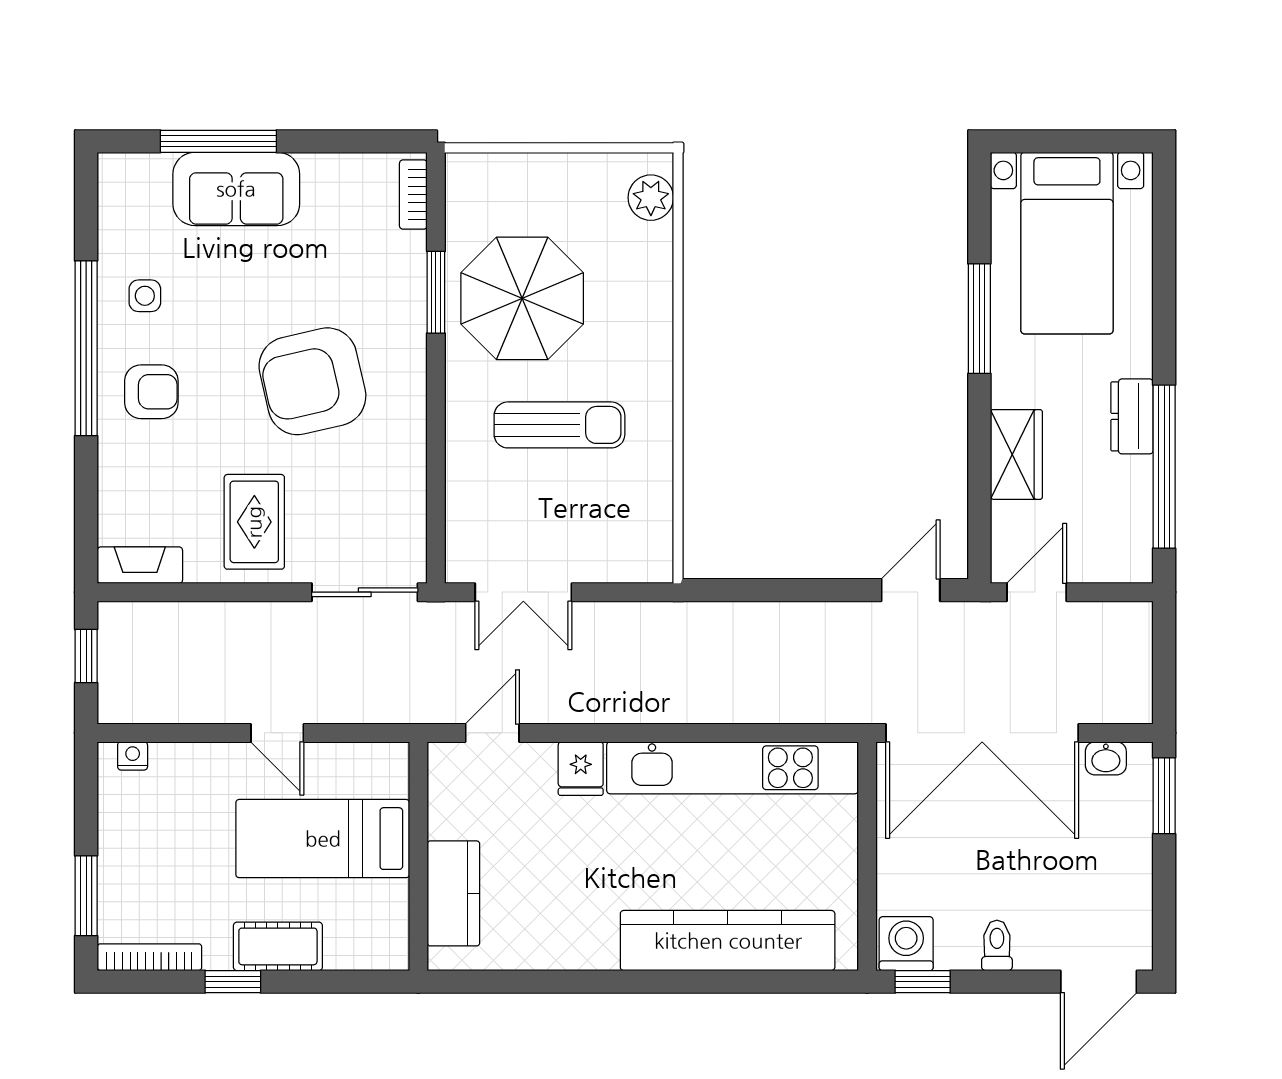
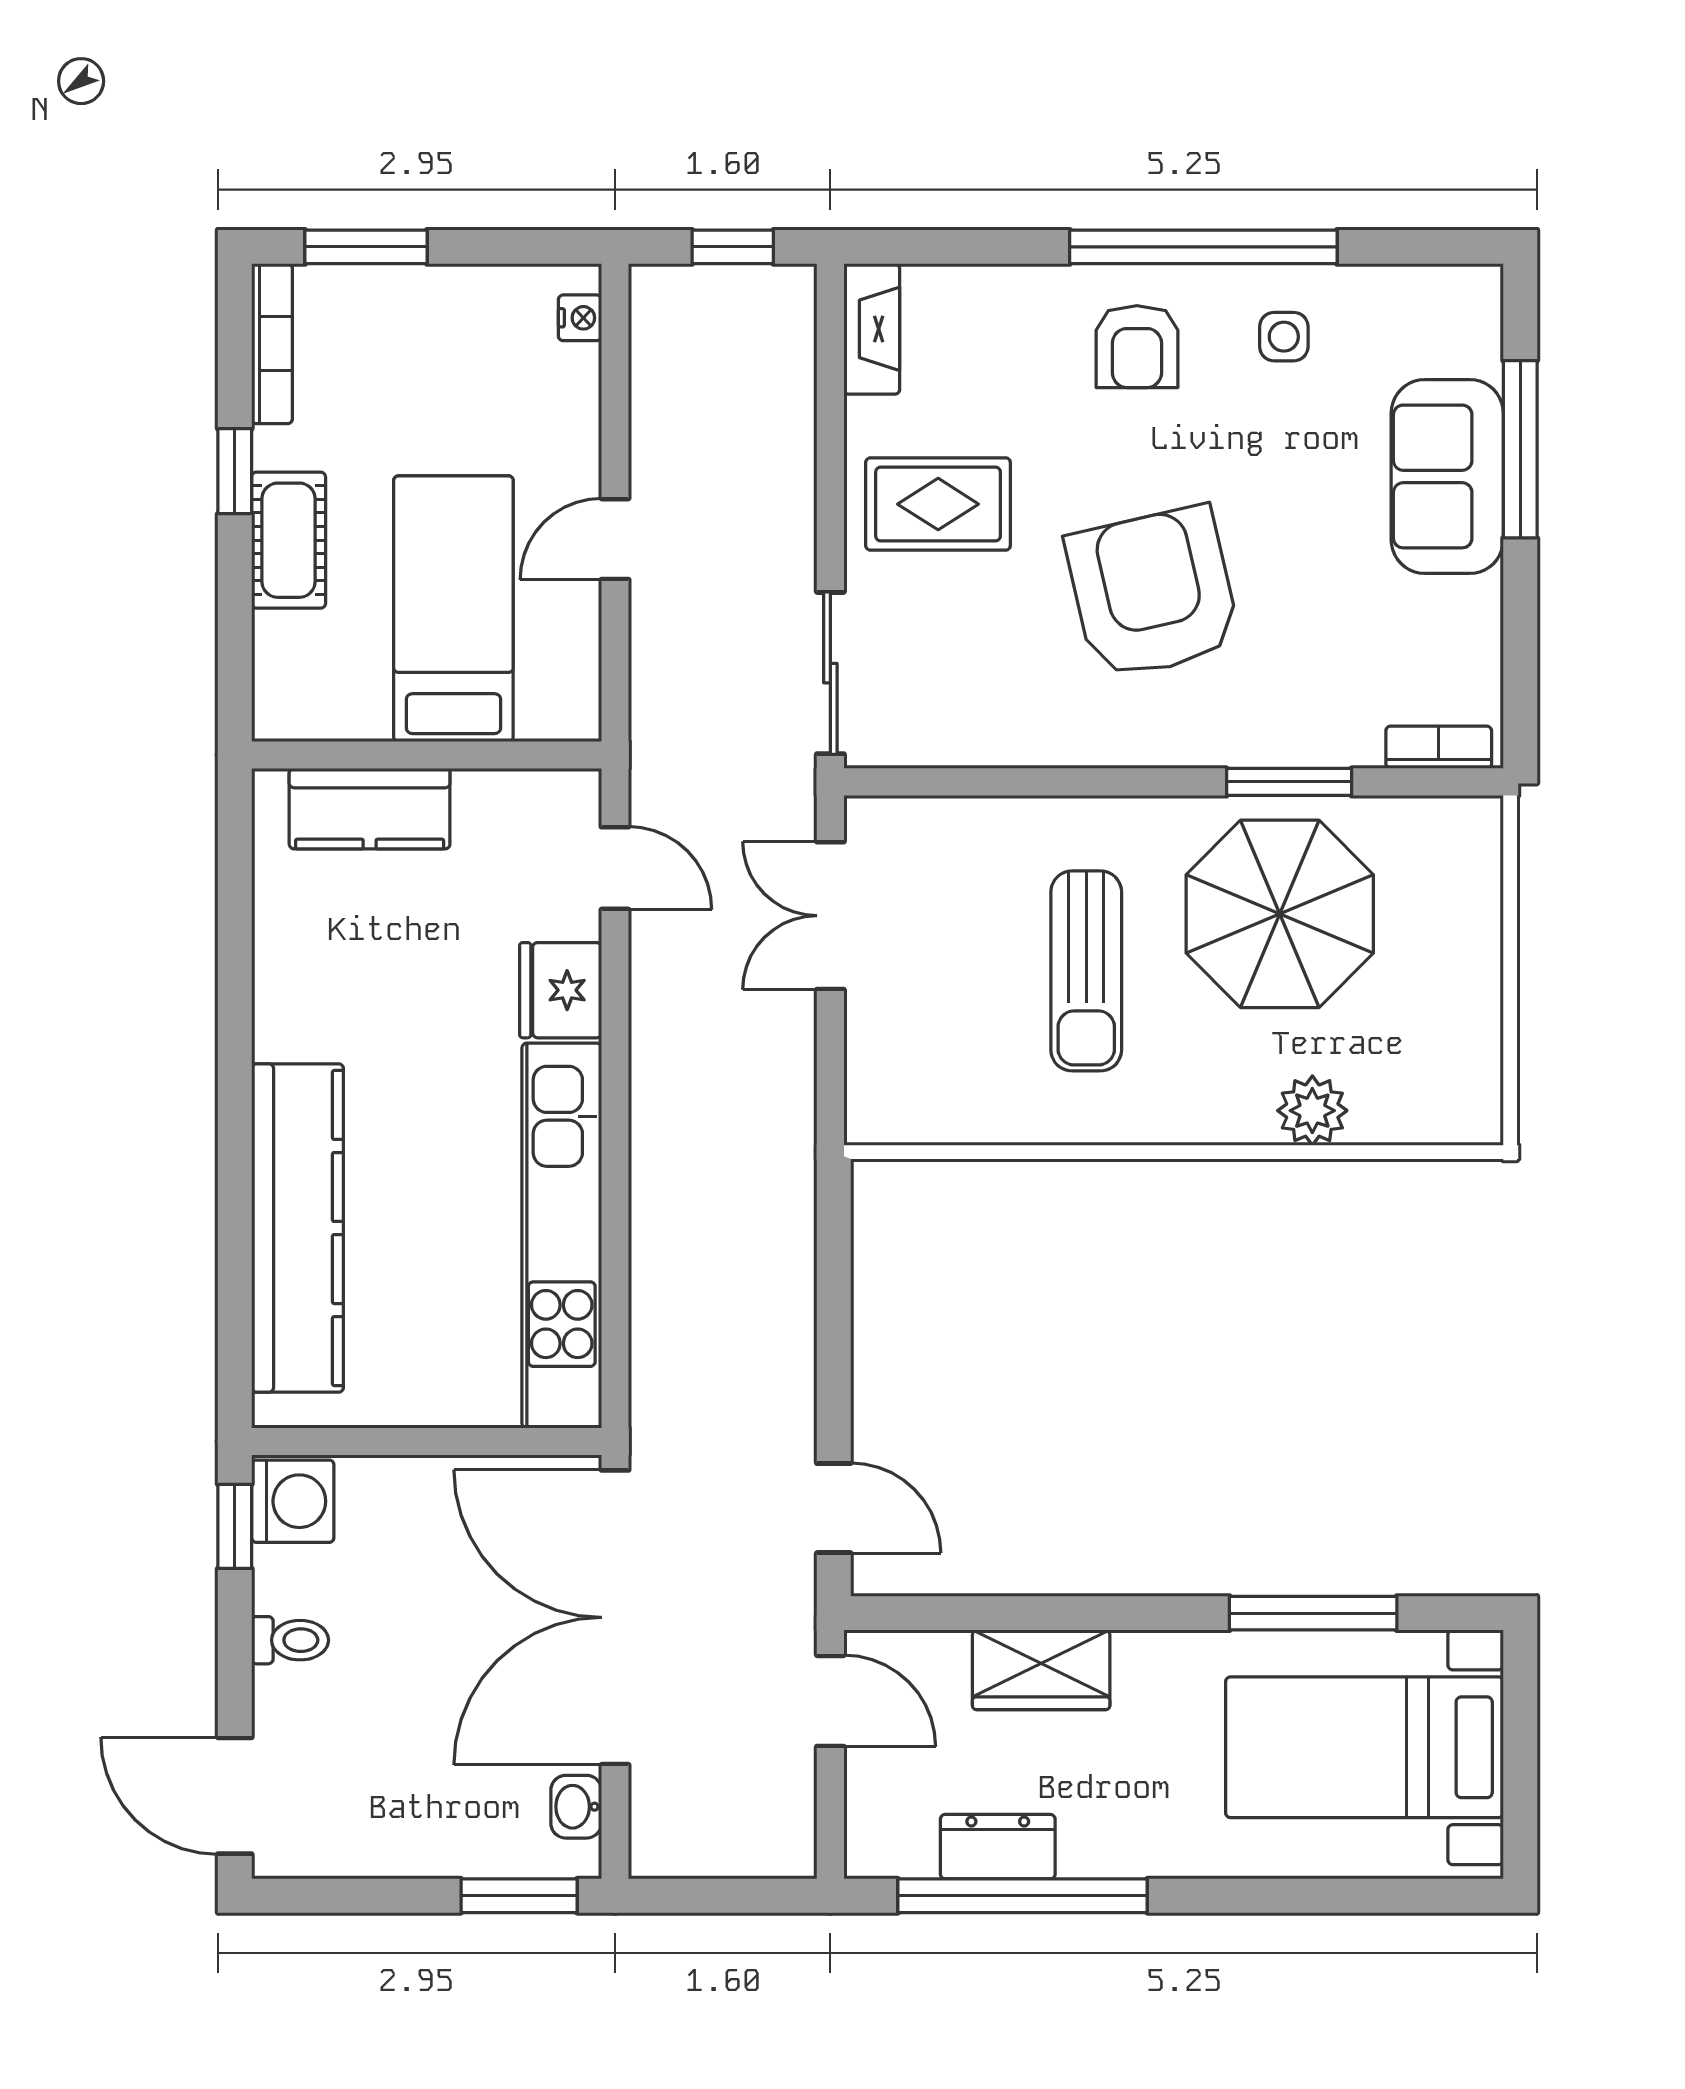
plant: (651, 198) -> (1312, 1111), moved
window: (979, 319) -> (1313, 1613), moved
dresser: (1132, 416) -> (998, 1847), moved
fridge: (581, 769) -> (561, 990), width x1.38

